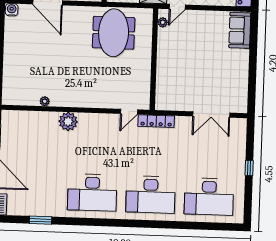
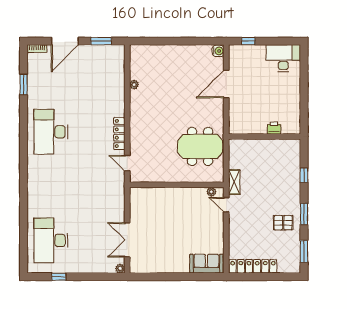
plant: (68, 121) -> (120, 269), moved, width x0.53, depth x0.53
locker: (156, 121) -> (119, 134), moved
window: (249, 168) -> (59, 277), moved
desk: (151, 195) -> (51, 186), removed

